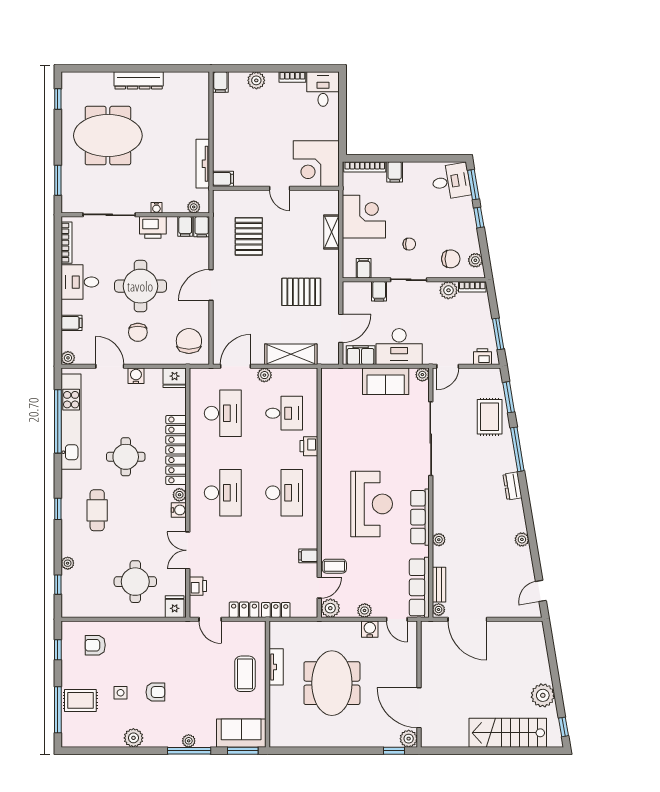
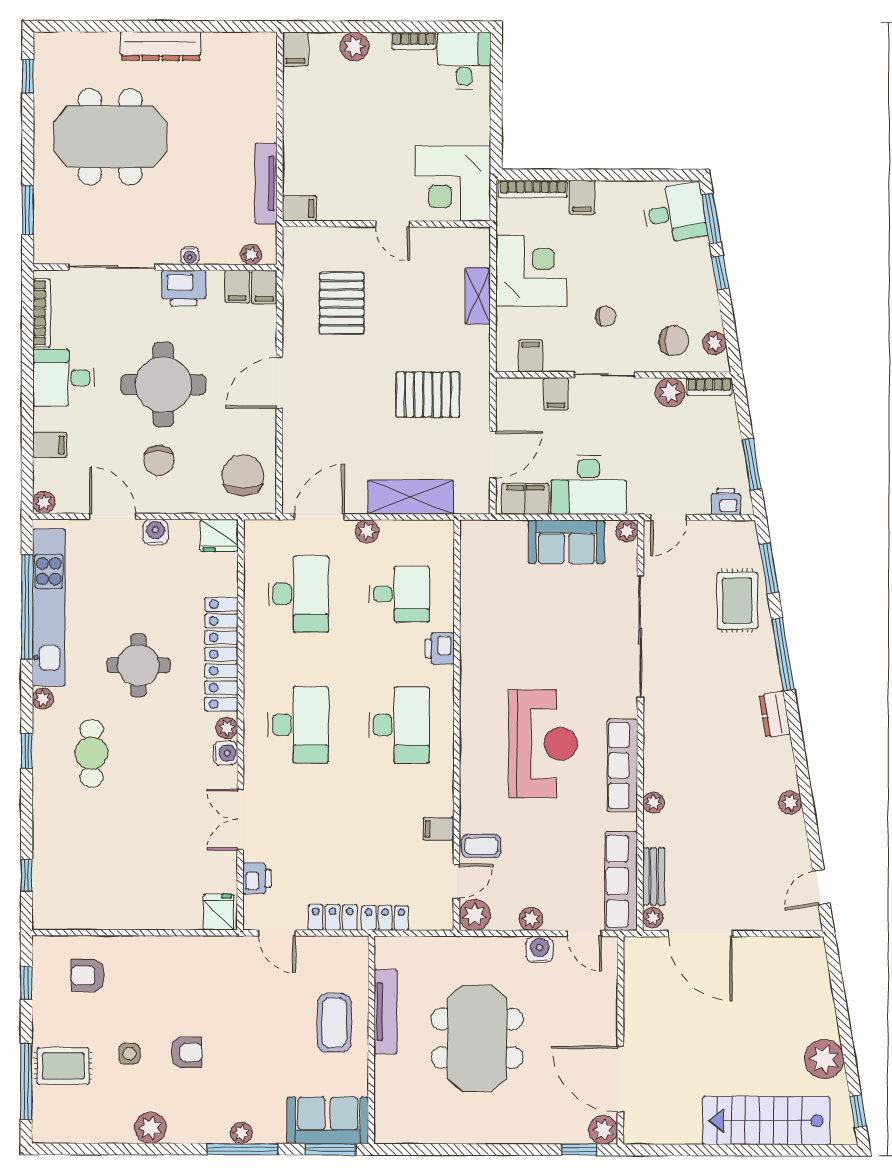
plant: (68, 563) -> (43, 699), moved
round table: (135, 582) -> (154, 871), removed
tv unit: (276, 667) -> (386, 1012), width x1.41

